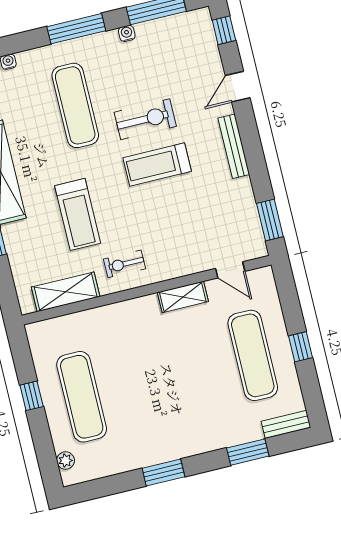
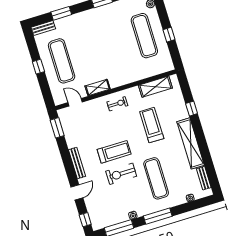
exercise bike: (125, 264) -> (117, 104), moved

